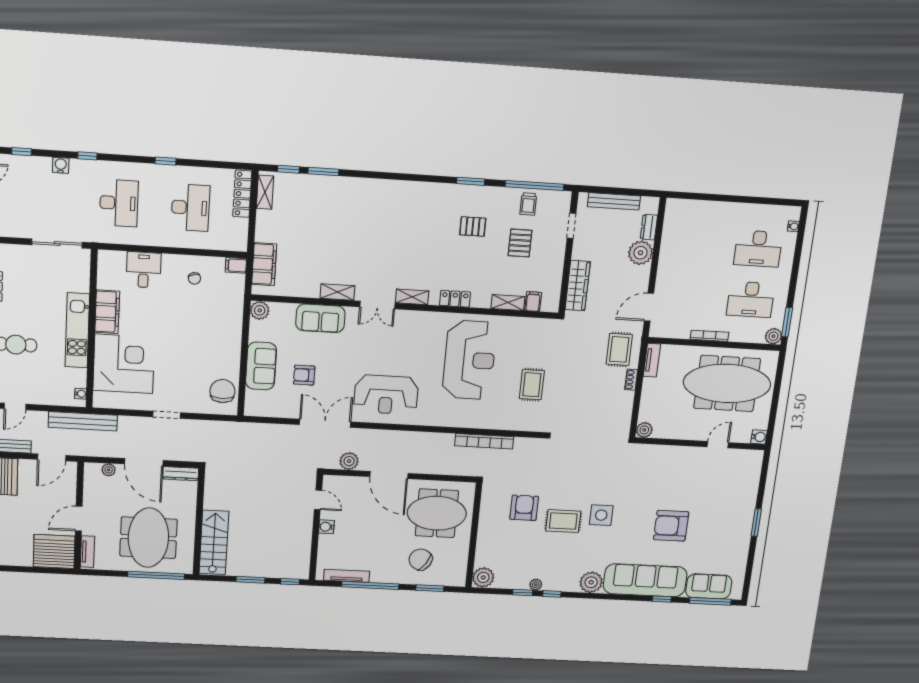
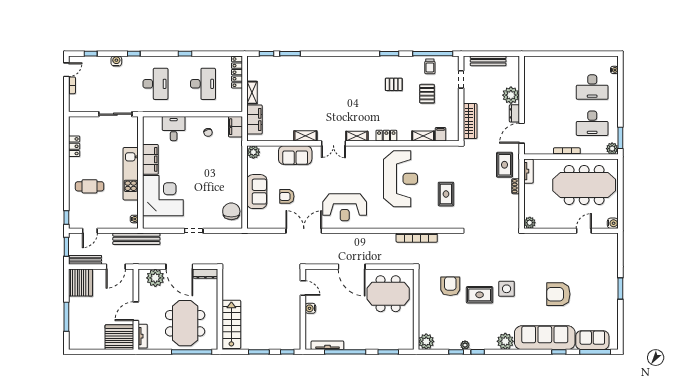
shelving: (265, 192) -> (252, 93), moved
dresser: (649, 227) -> (514, 113), moved
filing cabinet: (236, 265) -> (235, 127), width x2.00
plant: (349, 461) -> (323, 258), removed
plant: (109, 470) -> (155, 278), width x1.88, depth x1.88
chair: (421, 559) -> (380, 330), removed

